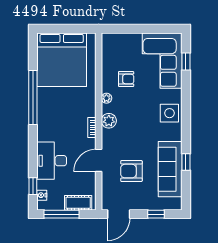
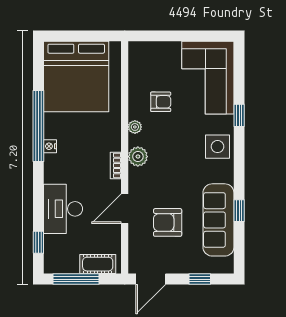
window: (186, 62) -> (239, 115), moved
nightstand: (42, 195) -> (50, 146), moved

